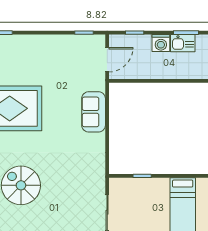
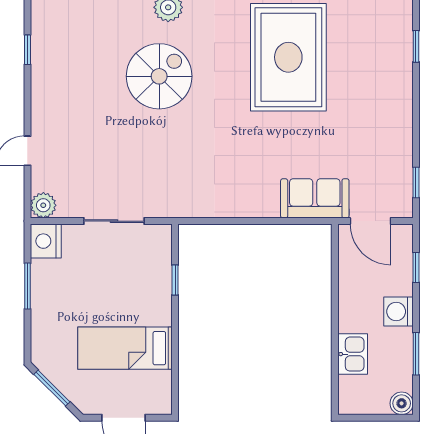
kitchen sink: (183, 43) -> (353, 354), moved, turned 180
sofa: (94, 112) -> (315, 198), moved

